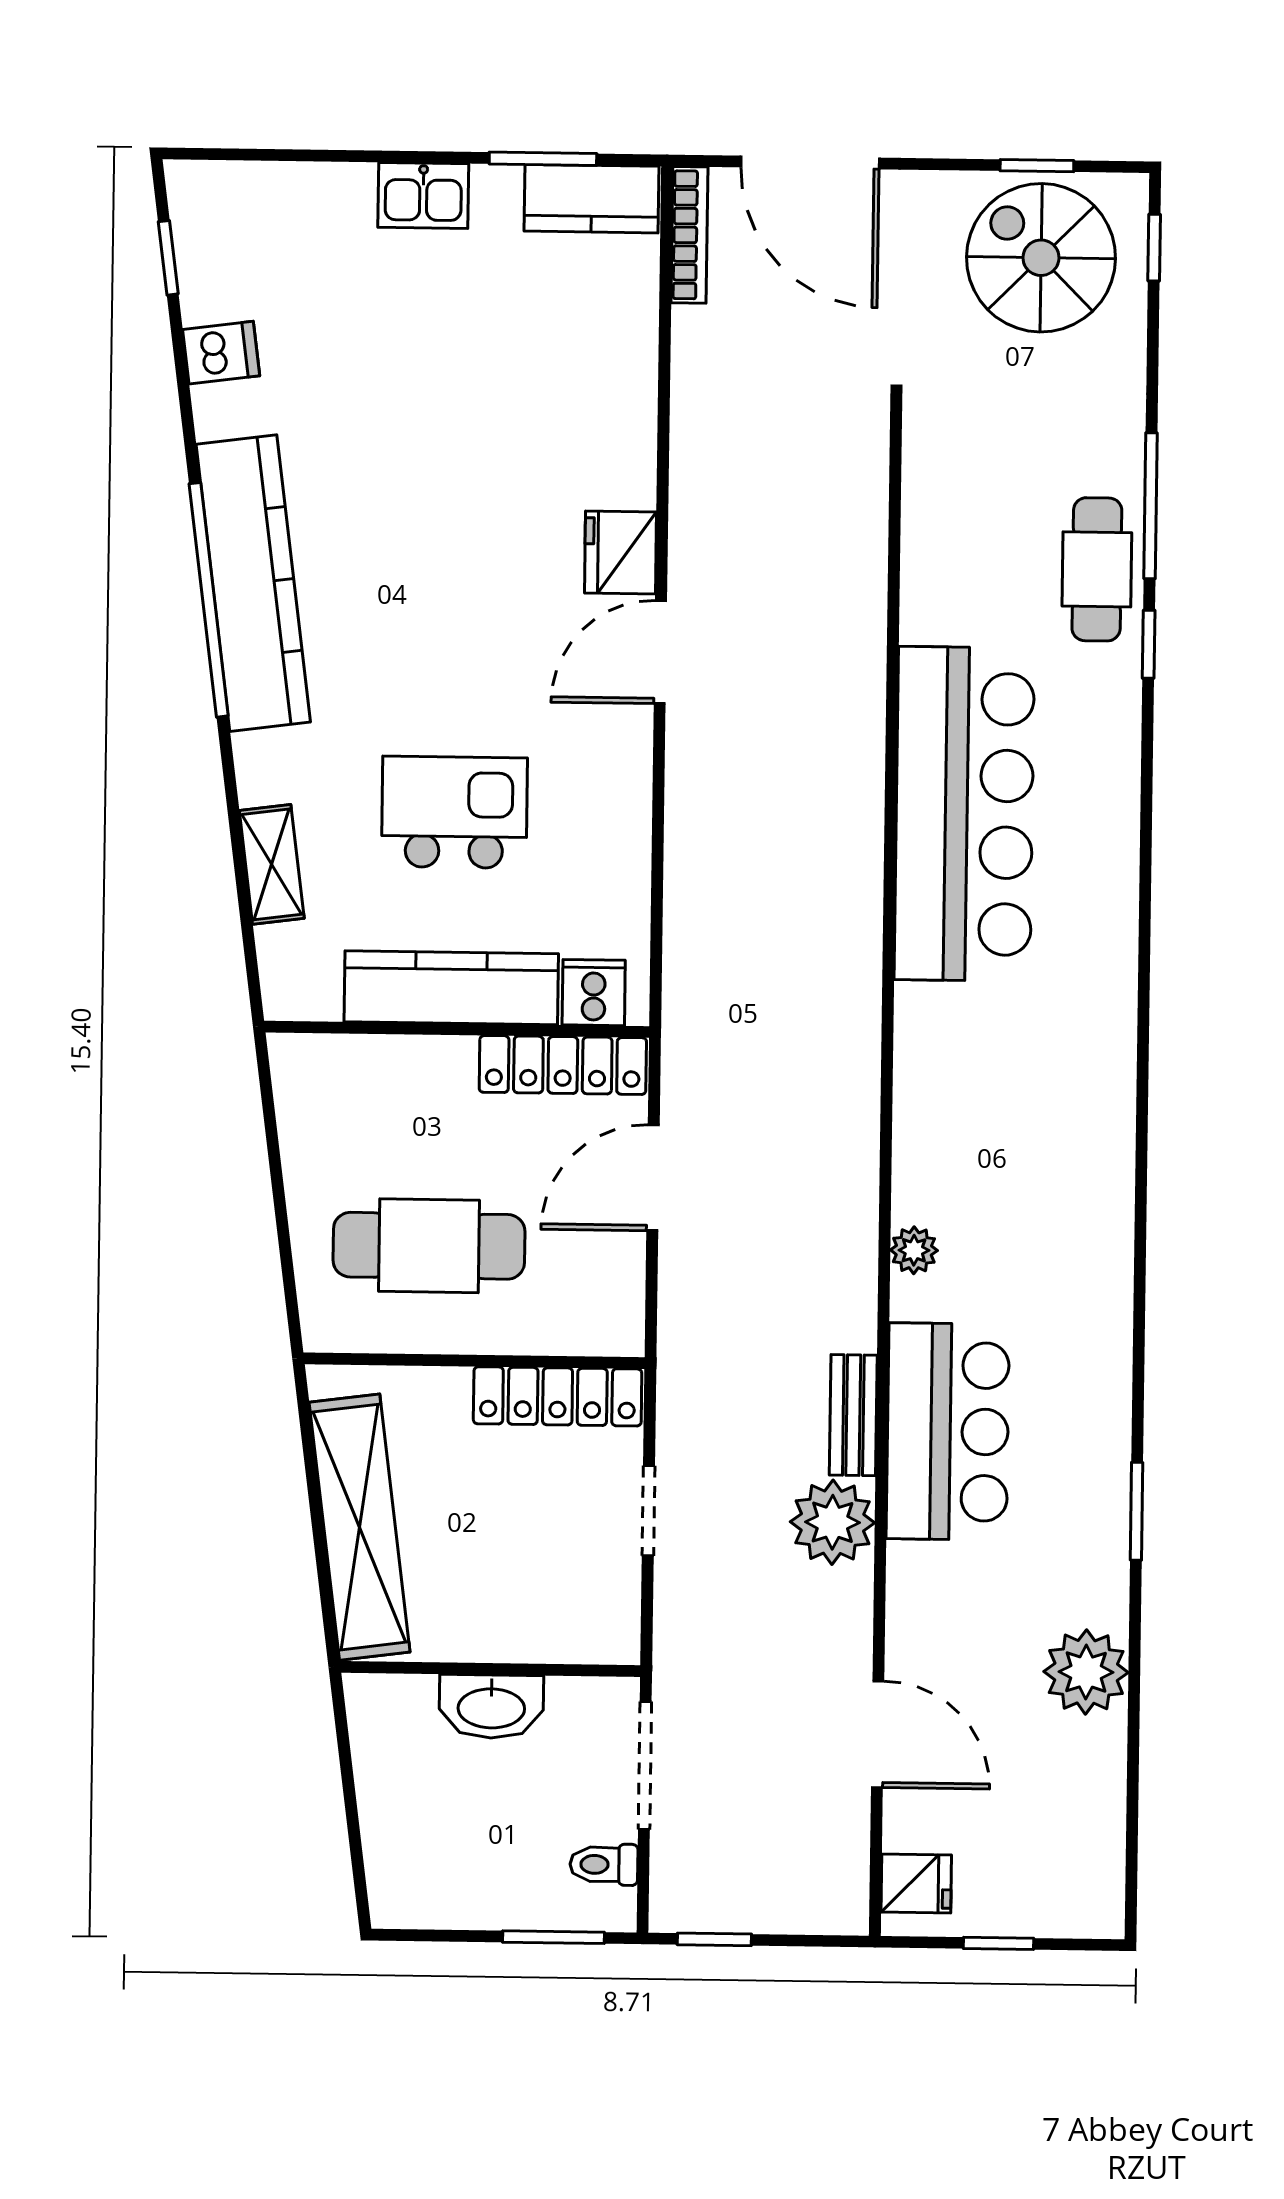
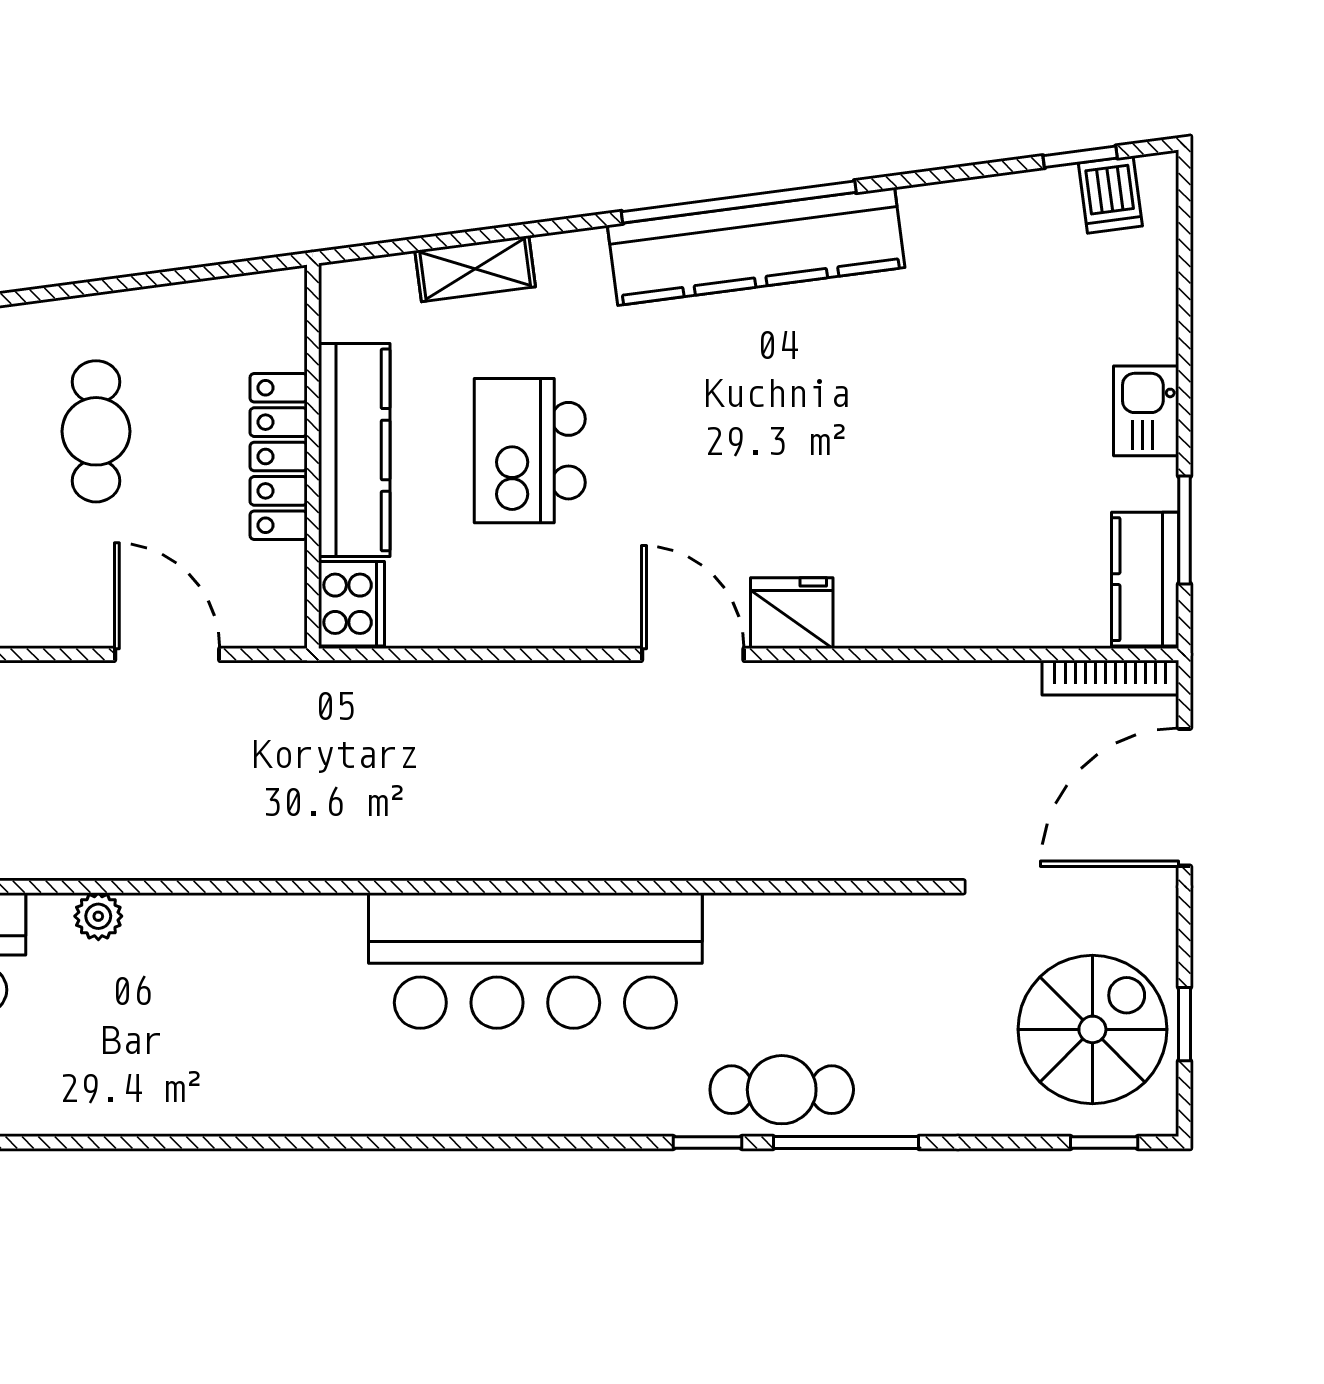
dishwasher: (221, 353) -> (1110, 195), moved
kitchen island: (454, 812) -> (530, 451), turned 180
cooker: (594, 993) -> (352, 604), width x1.36
locker: (563, 1065) -> (279, 456), moved
cafe table: (429, 1246) -> (96, 431), width x0.73, depth x0.74

